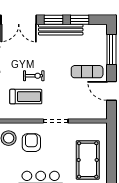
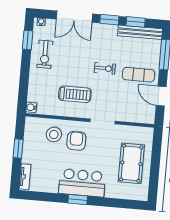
bench: (61, 30) -> (140, 32), moved
exercise bike: (34, 76) -> (105, 68), moved

